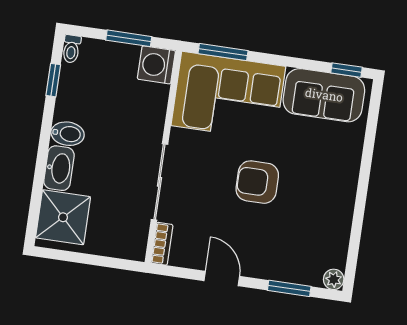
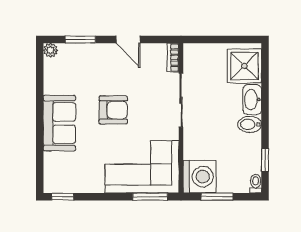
washing machine: (156, 65) -> (200, 177), width x1.37, depth x1.37
sofa: (324, 95) -> (59, 123), moved, turned 90

